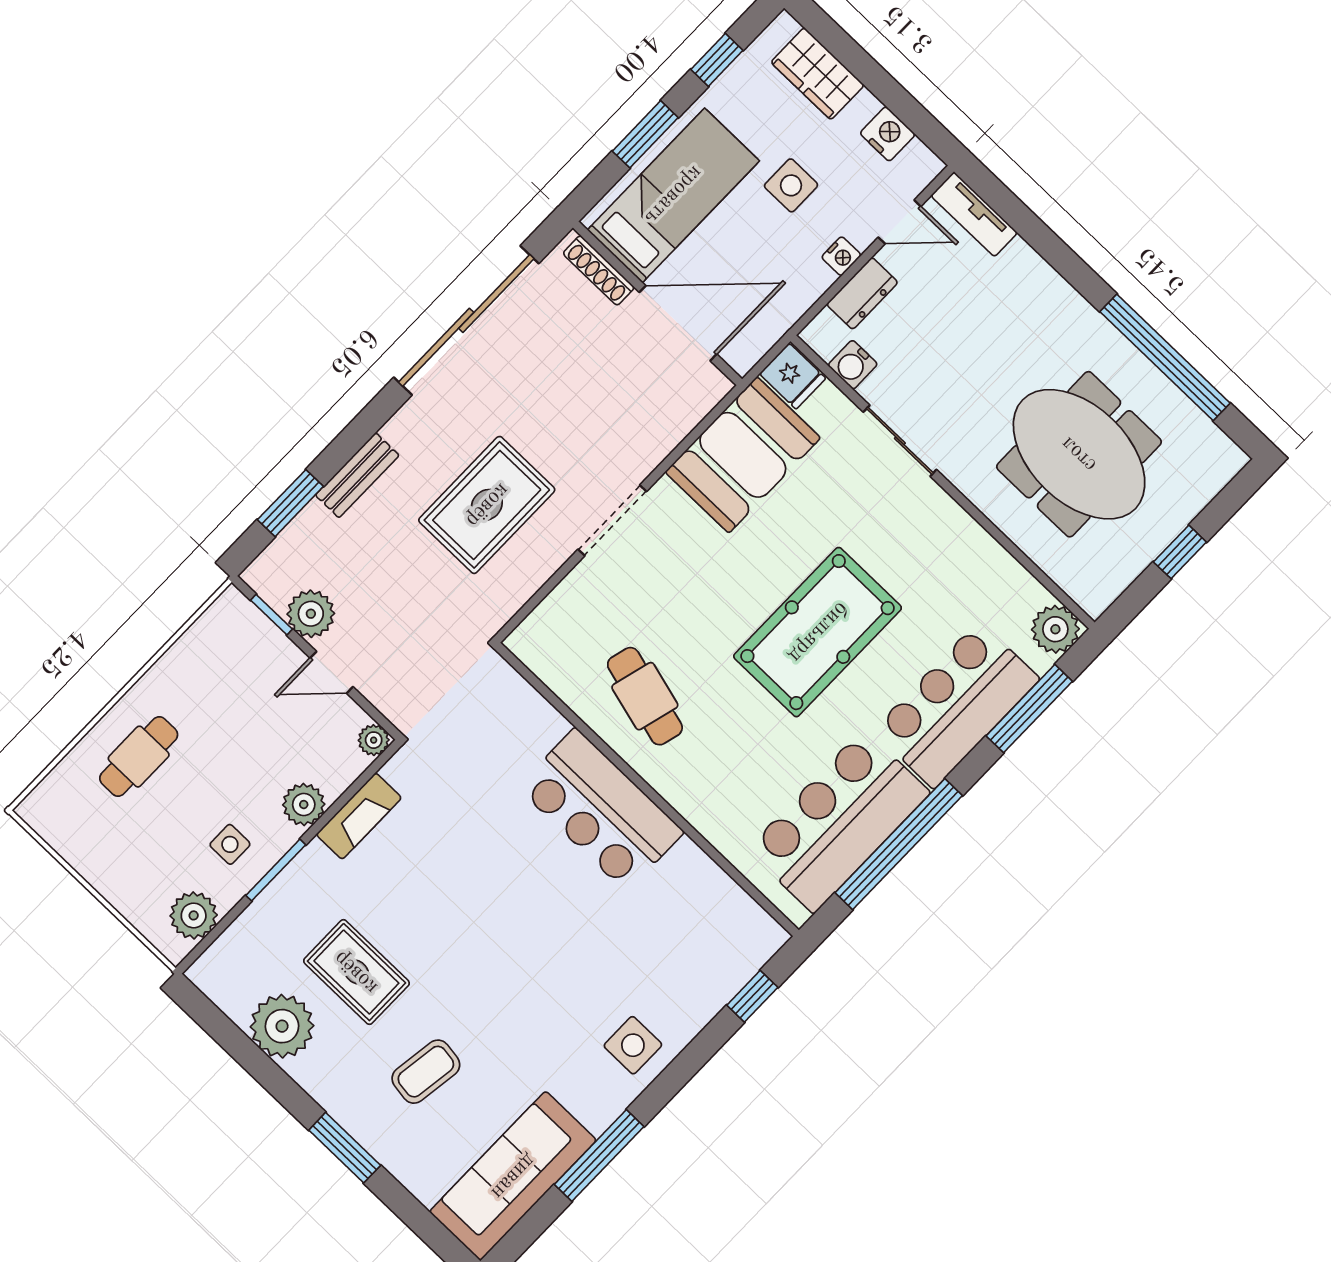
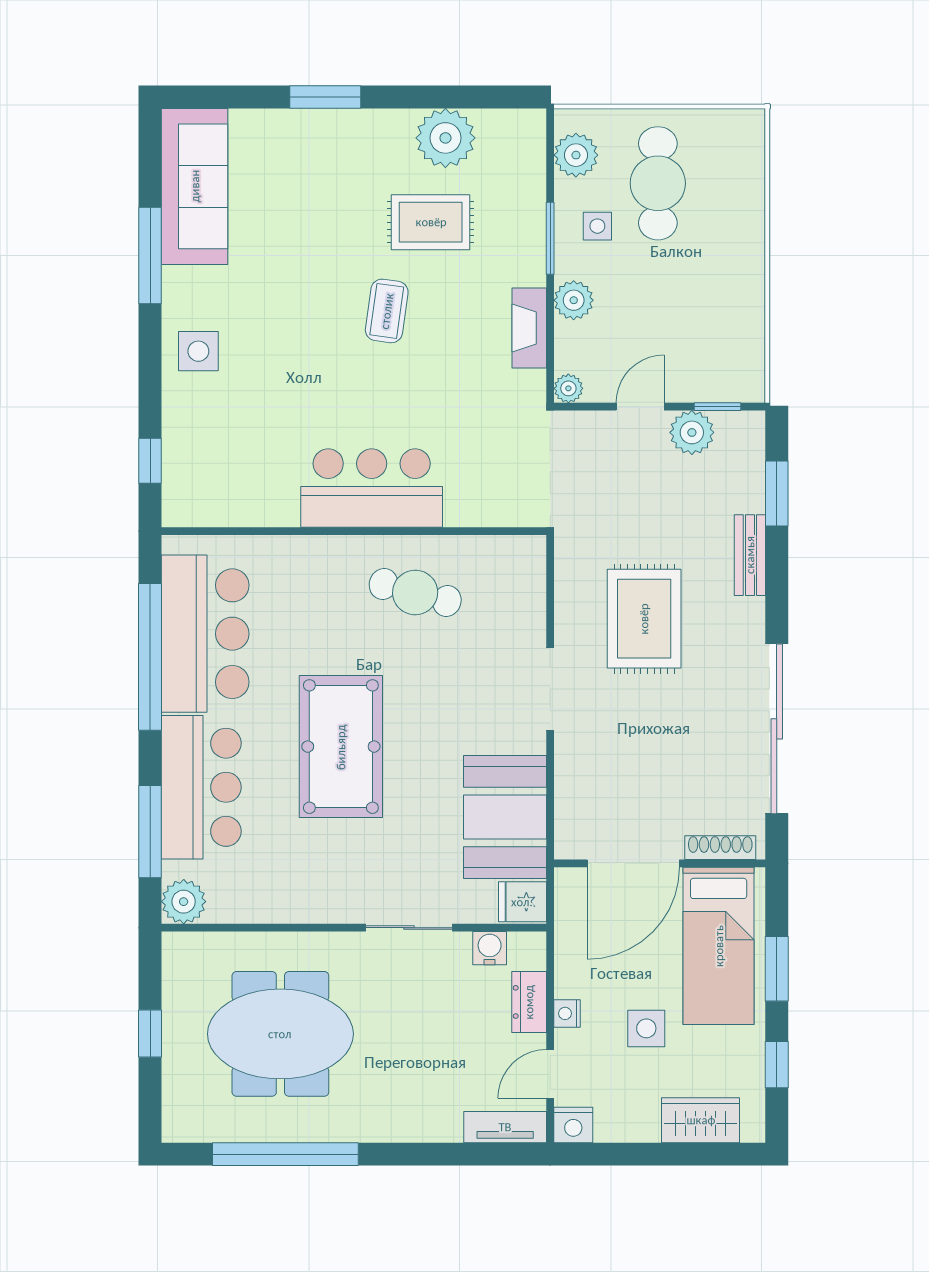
nightstand: (888, 134) -> (573, 1125), moved
cafe table: (139, 757) -> (658, 183), moved, width x1.37, depth x1.35
coffee table: (426, 1072) -> (387, 311), moved

